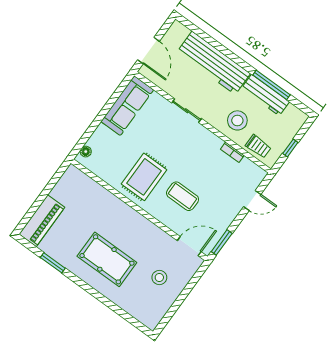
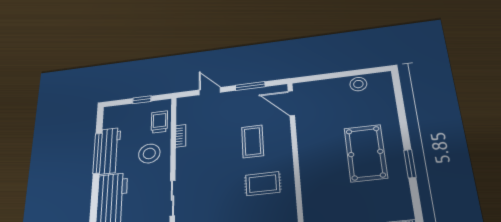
rug: (144, 177) -> (263, 184), width x0.73, depth x0.70
window: (222, 242) -> (250, 86), moved
window: (53, 263) -> (410, 164), moved
stool: (159, 277) -> (358, 84), moved

